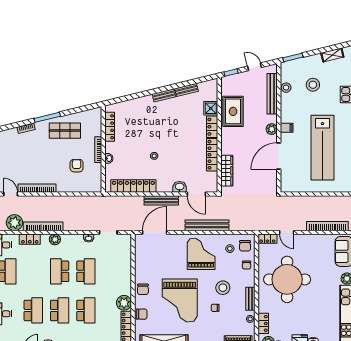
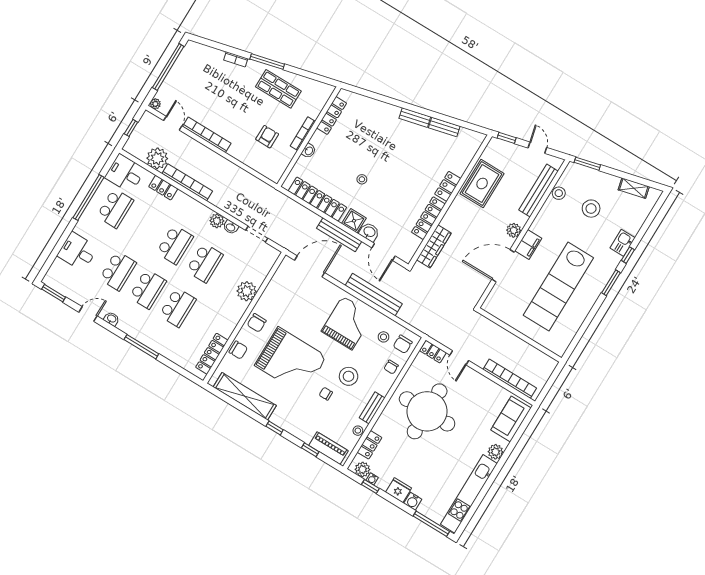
shower: (211, 108) -> (354, 221), moved
filing cabinet: (287, 128) -> (528, 244), width x2.00
plant: (55, 239) -> (217, 221), moved
school desk: (60, 271) -> (175, 245), turned 180
grand piano: (180, 300) -> (291, 361), turned -90
plant: (124, 303) -> (247, 291), moved

